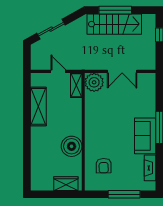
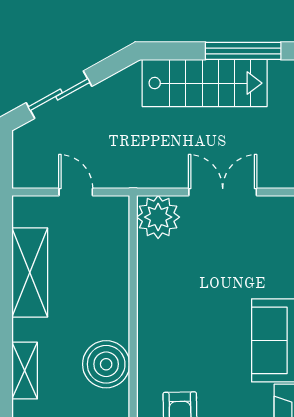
window: (115, 10) -> (243, 51), moved
double door: (122, 71) -> (223, 192), swing flipped
shelving: (76, 85) -> (25, 371), moved

